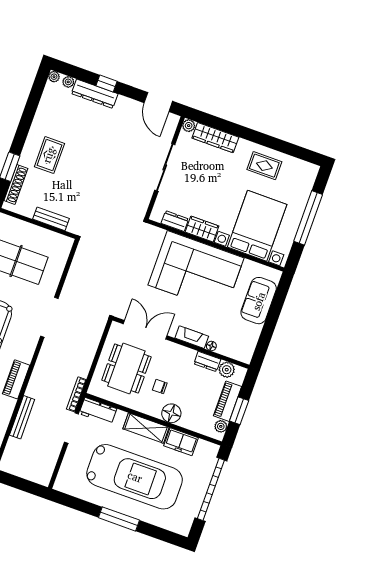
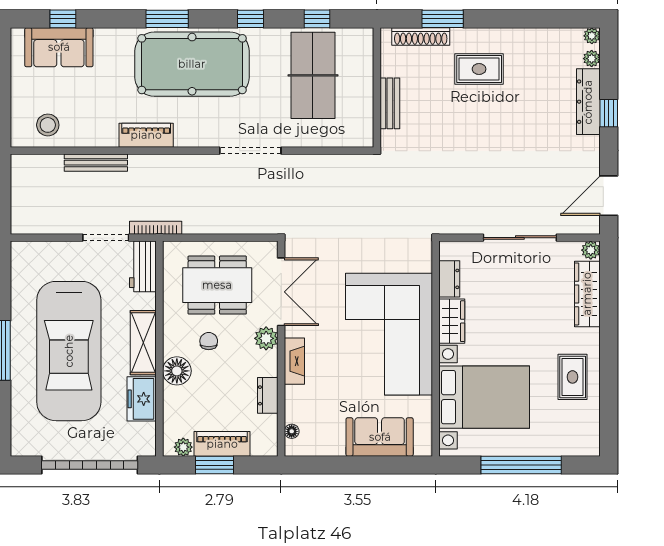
floor lamp: (211, 346) -> (292, 431), moved
plant: (227, 370) -> (266, 338), moved

